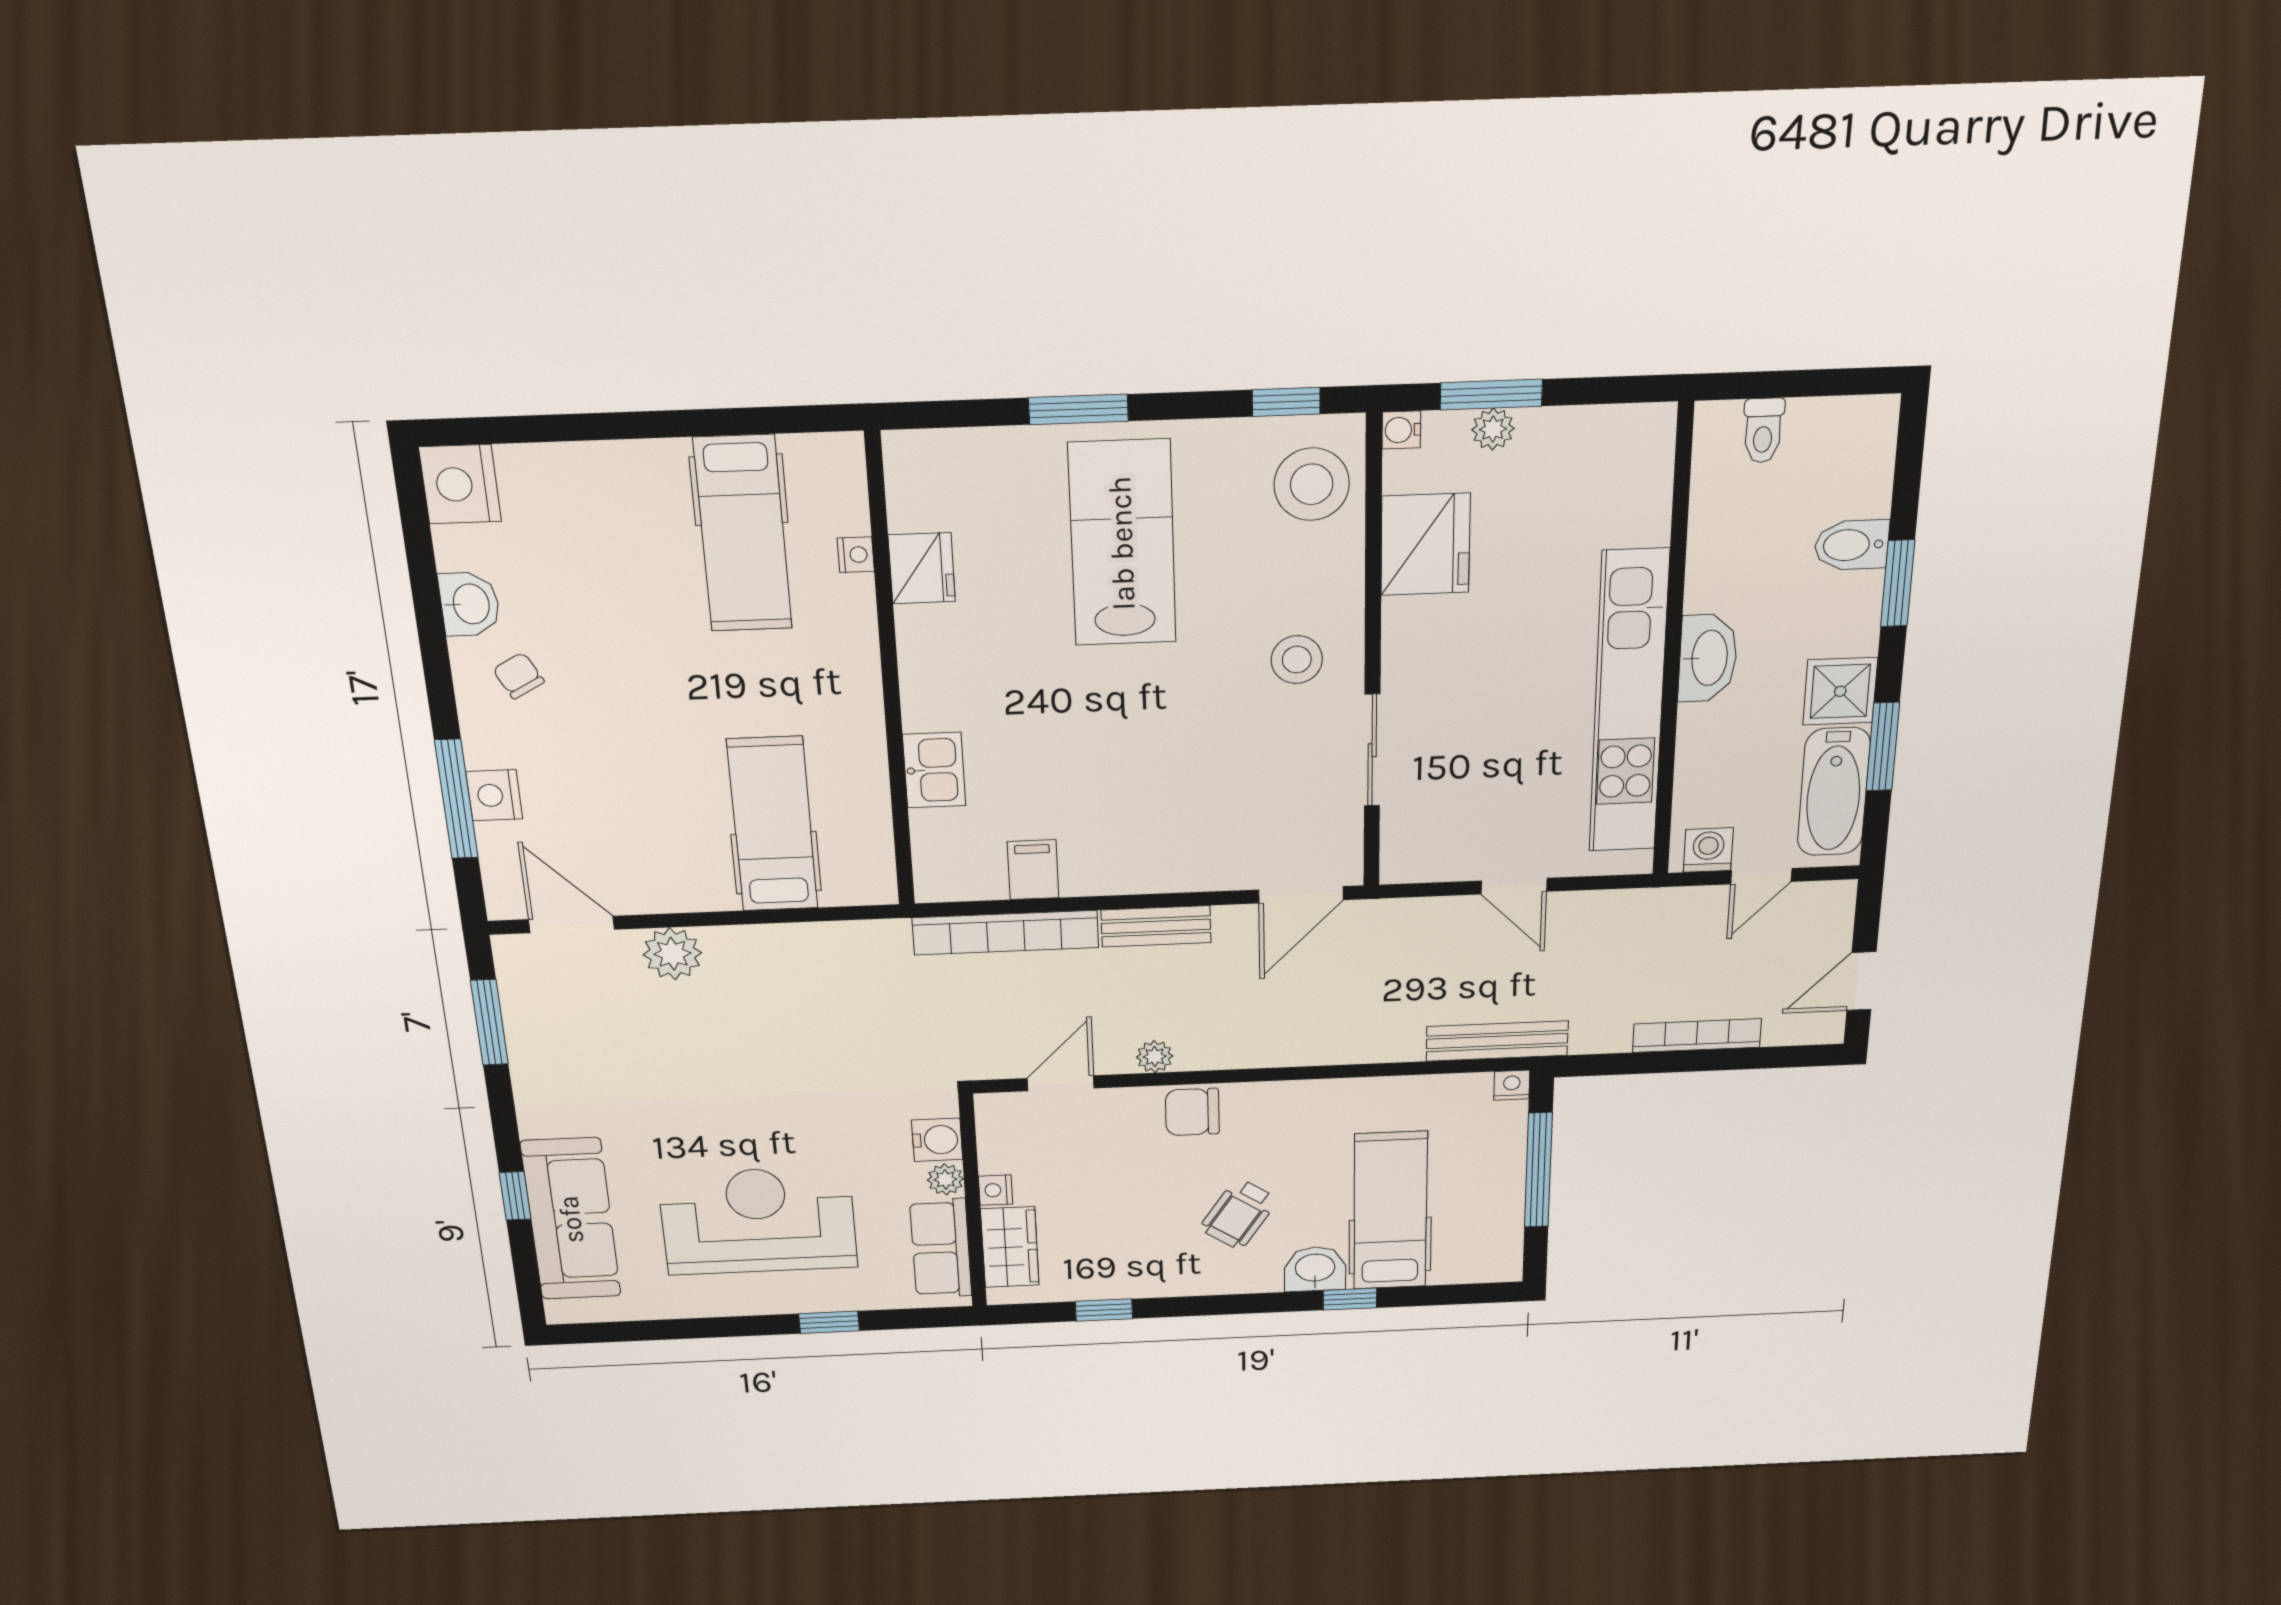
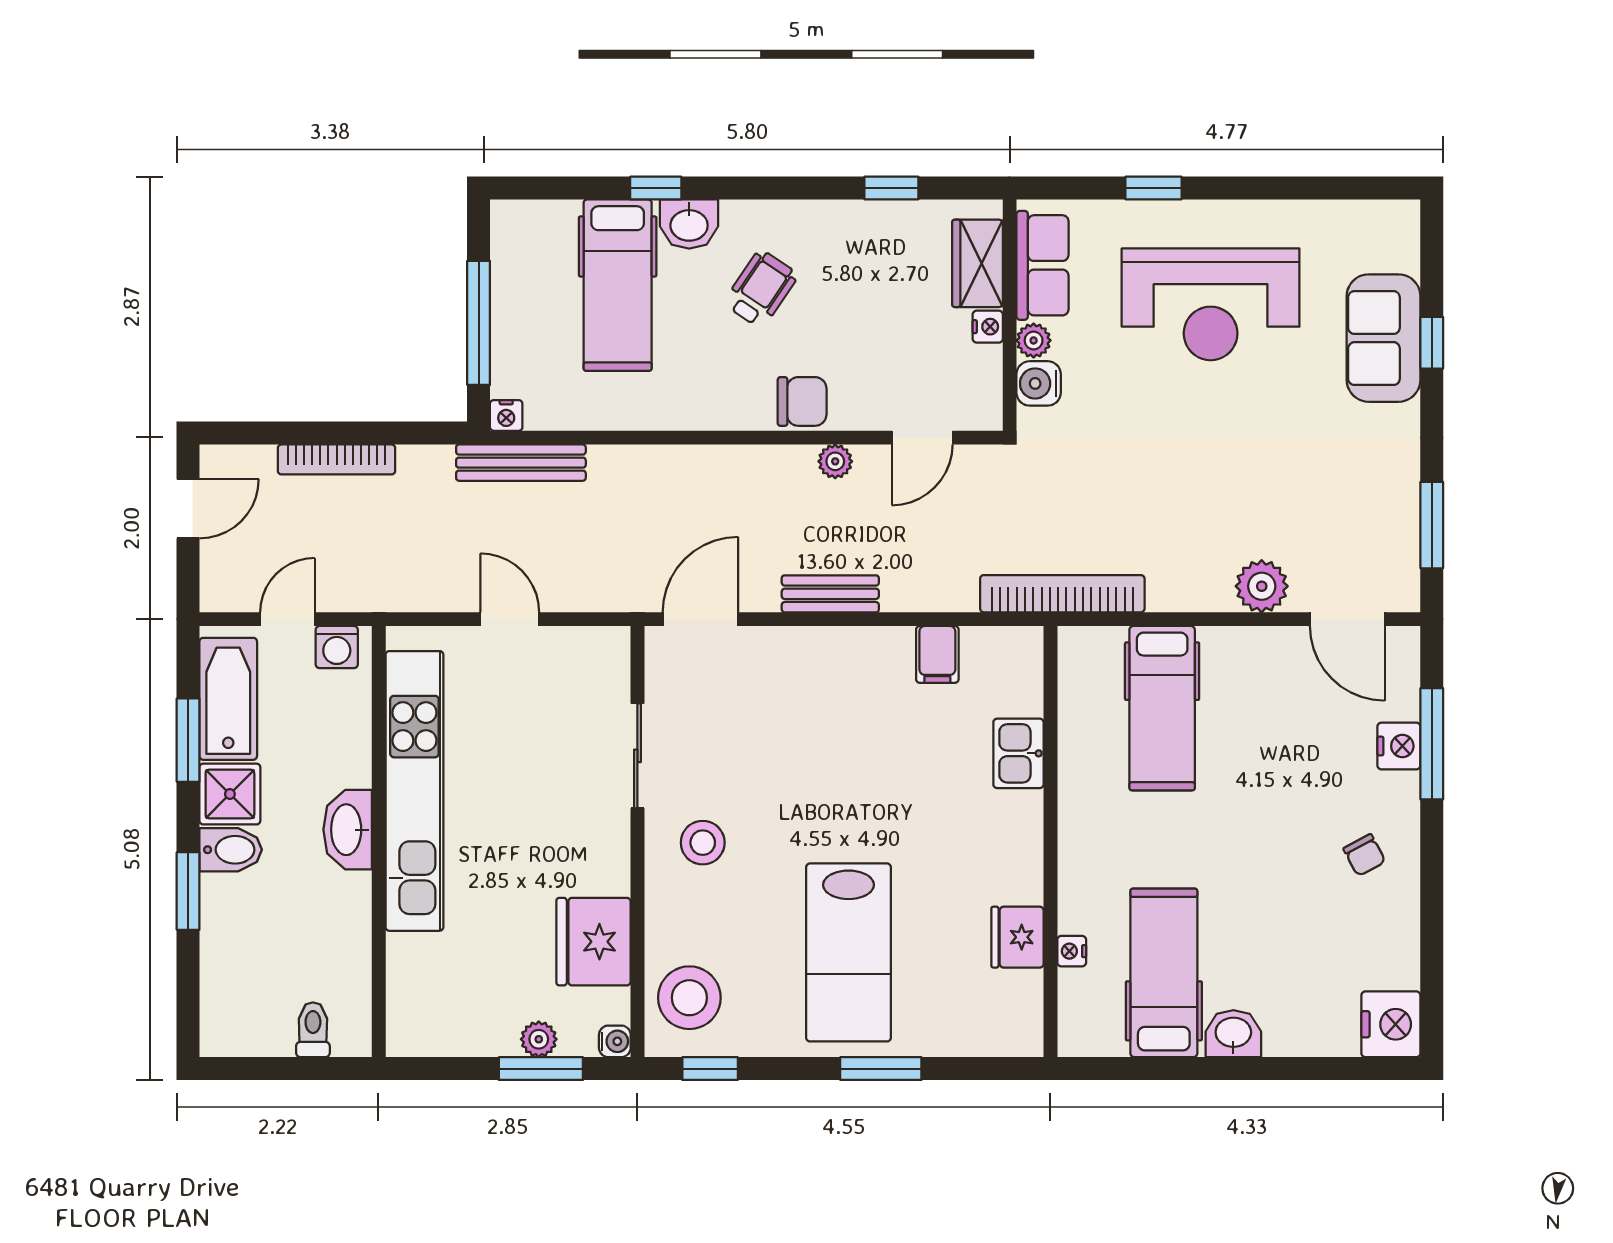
bidet: (1852, 545) -> (231, 850), moved
washbasin: (470, 604) -> (1233, 1034), moved, turned 90
bookcase: (1005, 933) -> (1062, 594), moved
sofa: (571, 1219) -> (1384, 338), width x0.73

